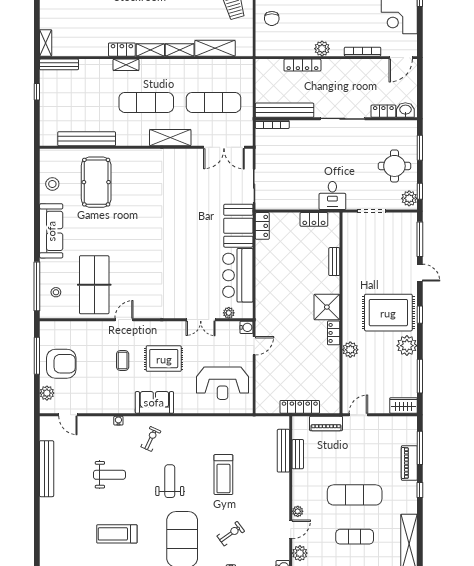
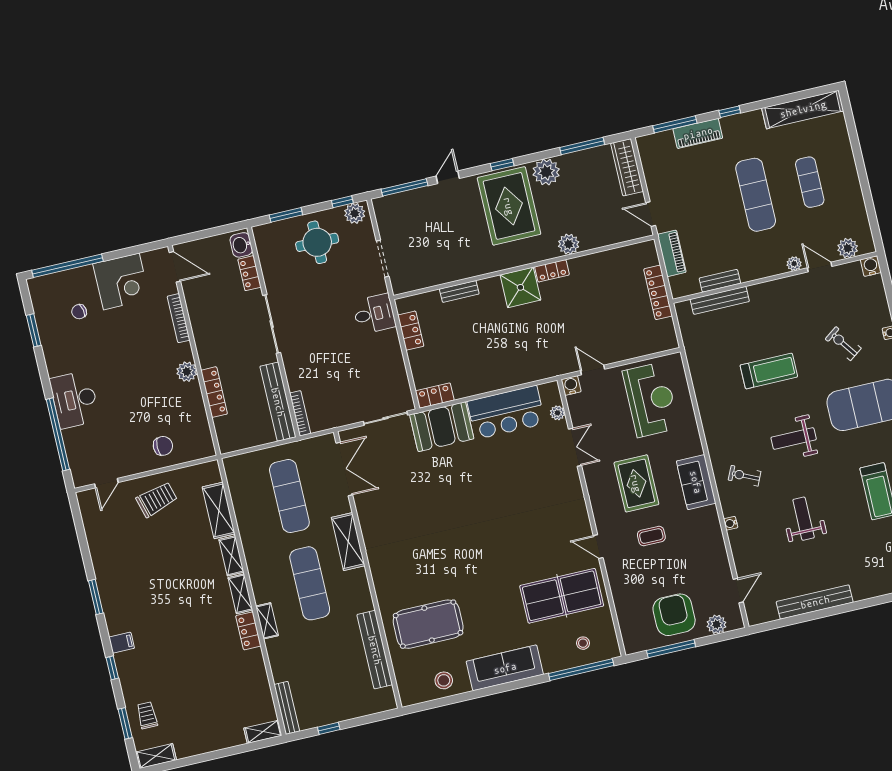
wardrobe: (403, 405) -> (627, 167), width x1.50

